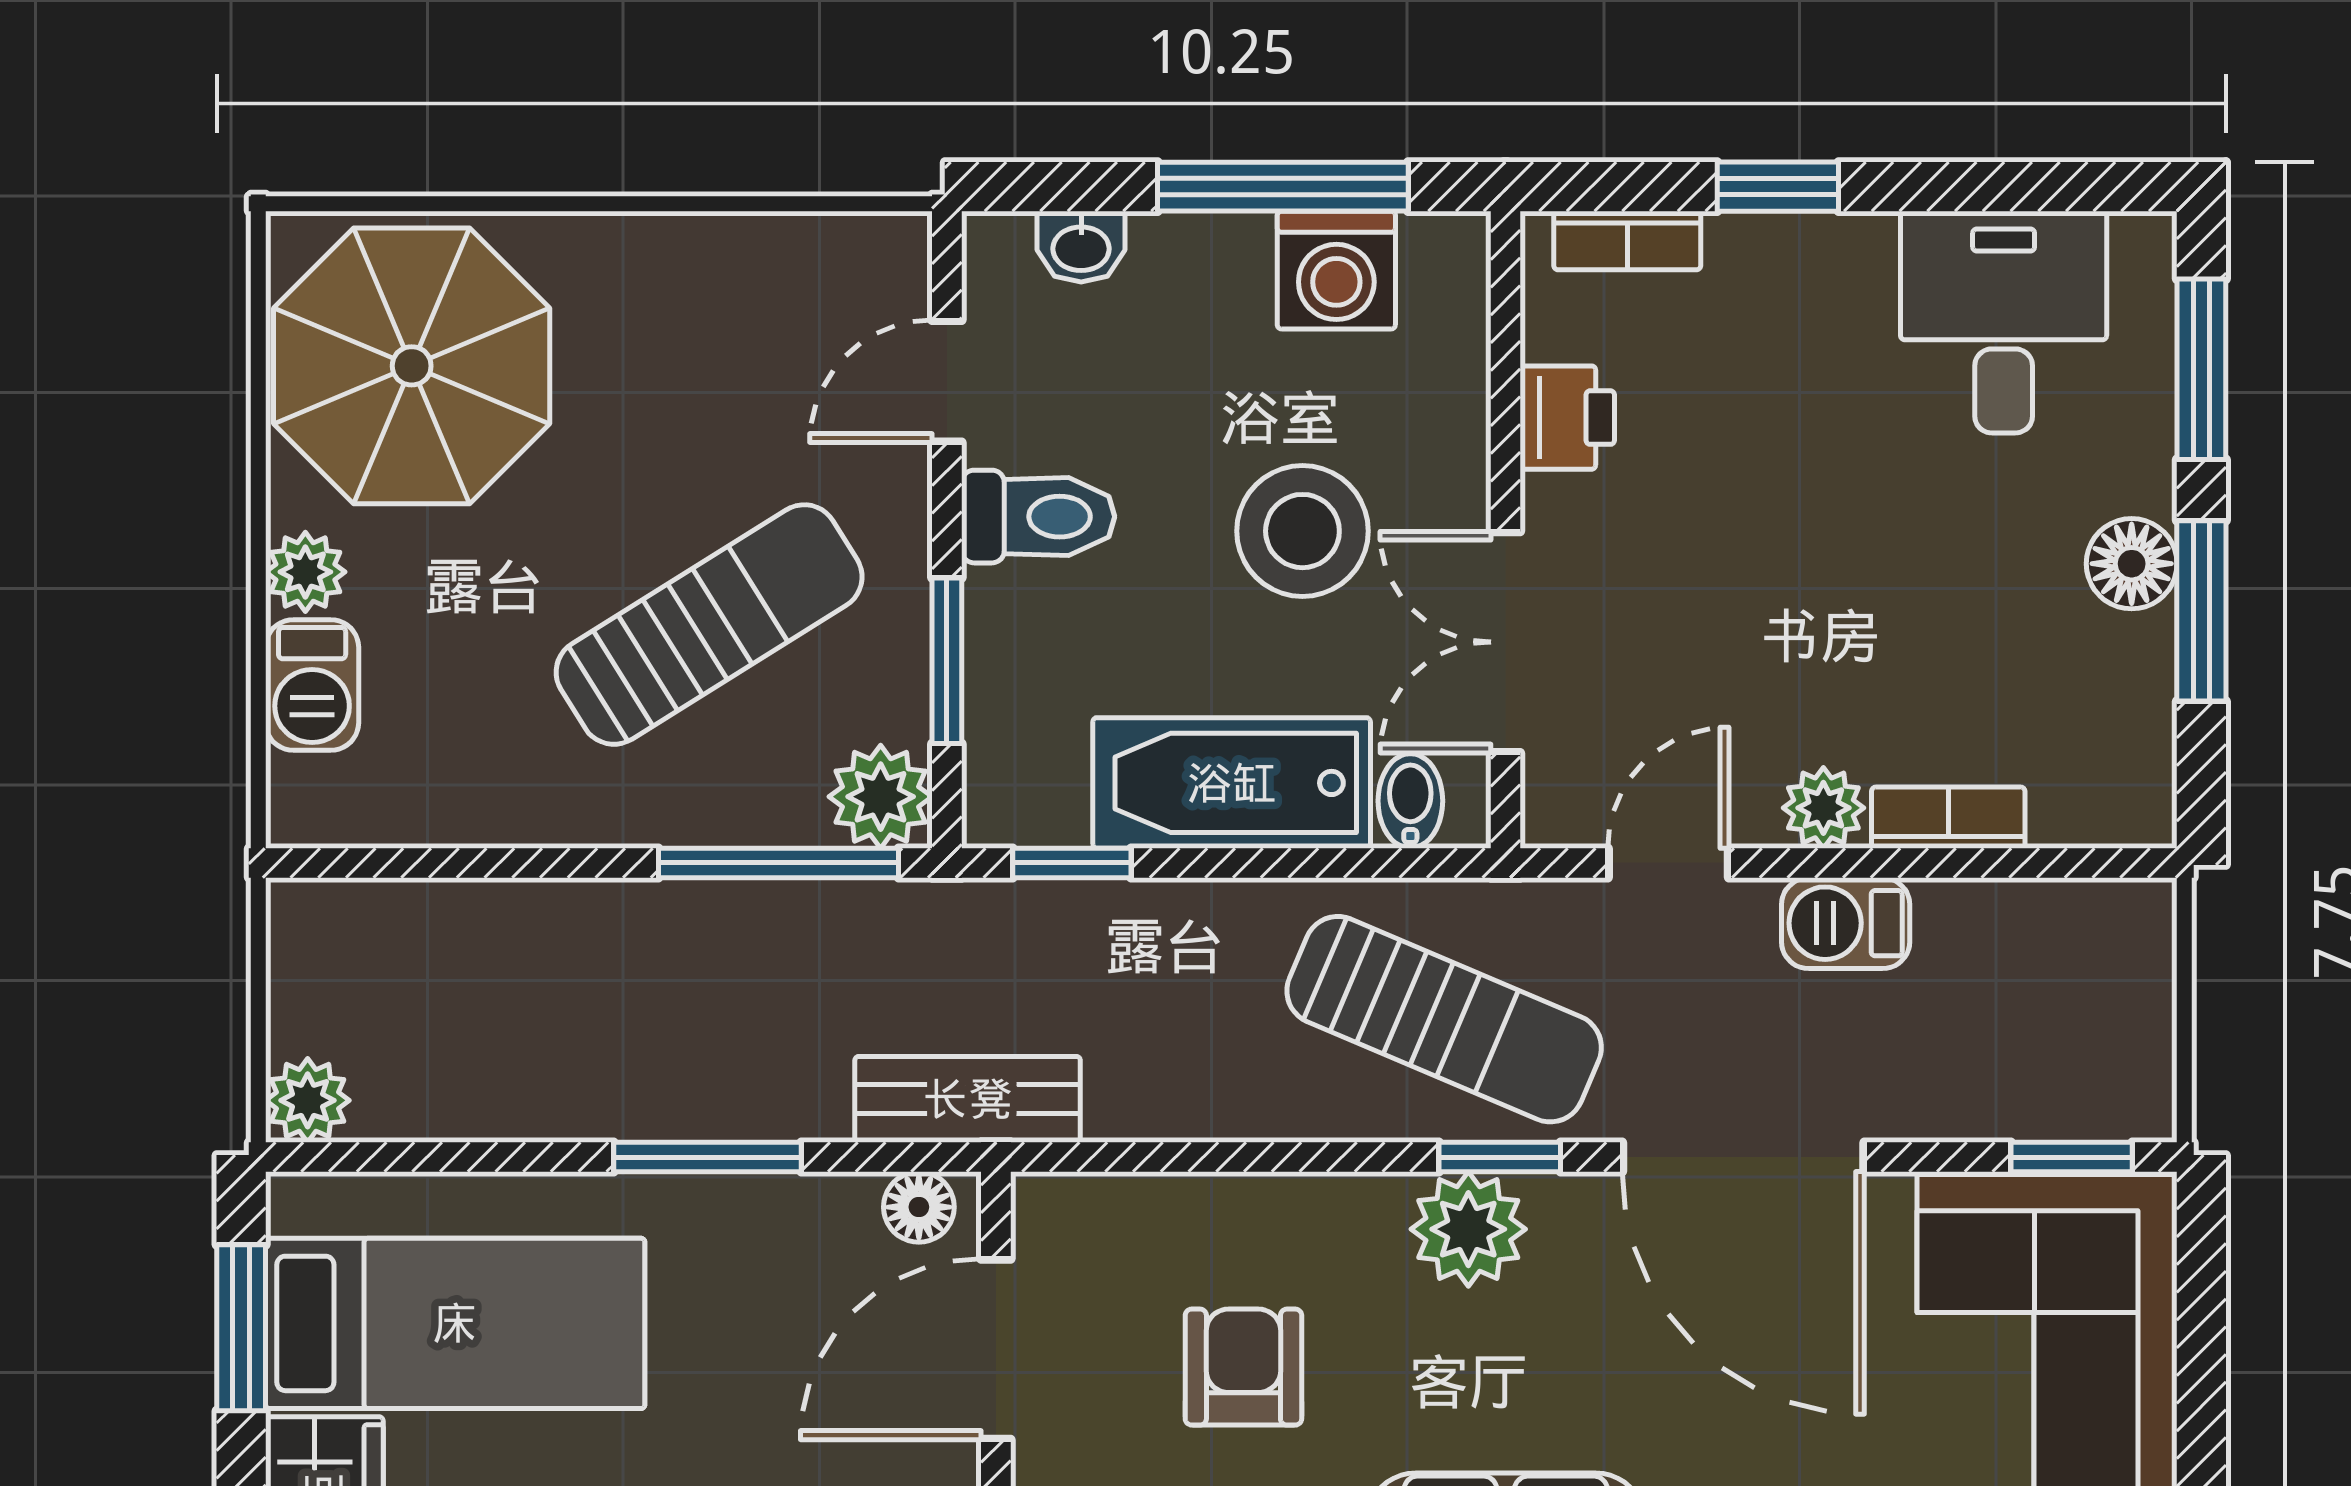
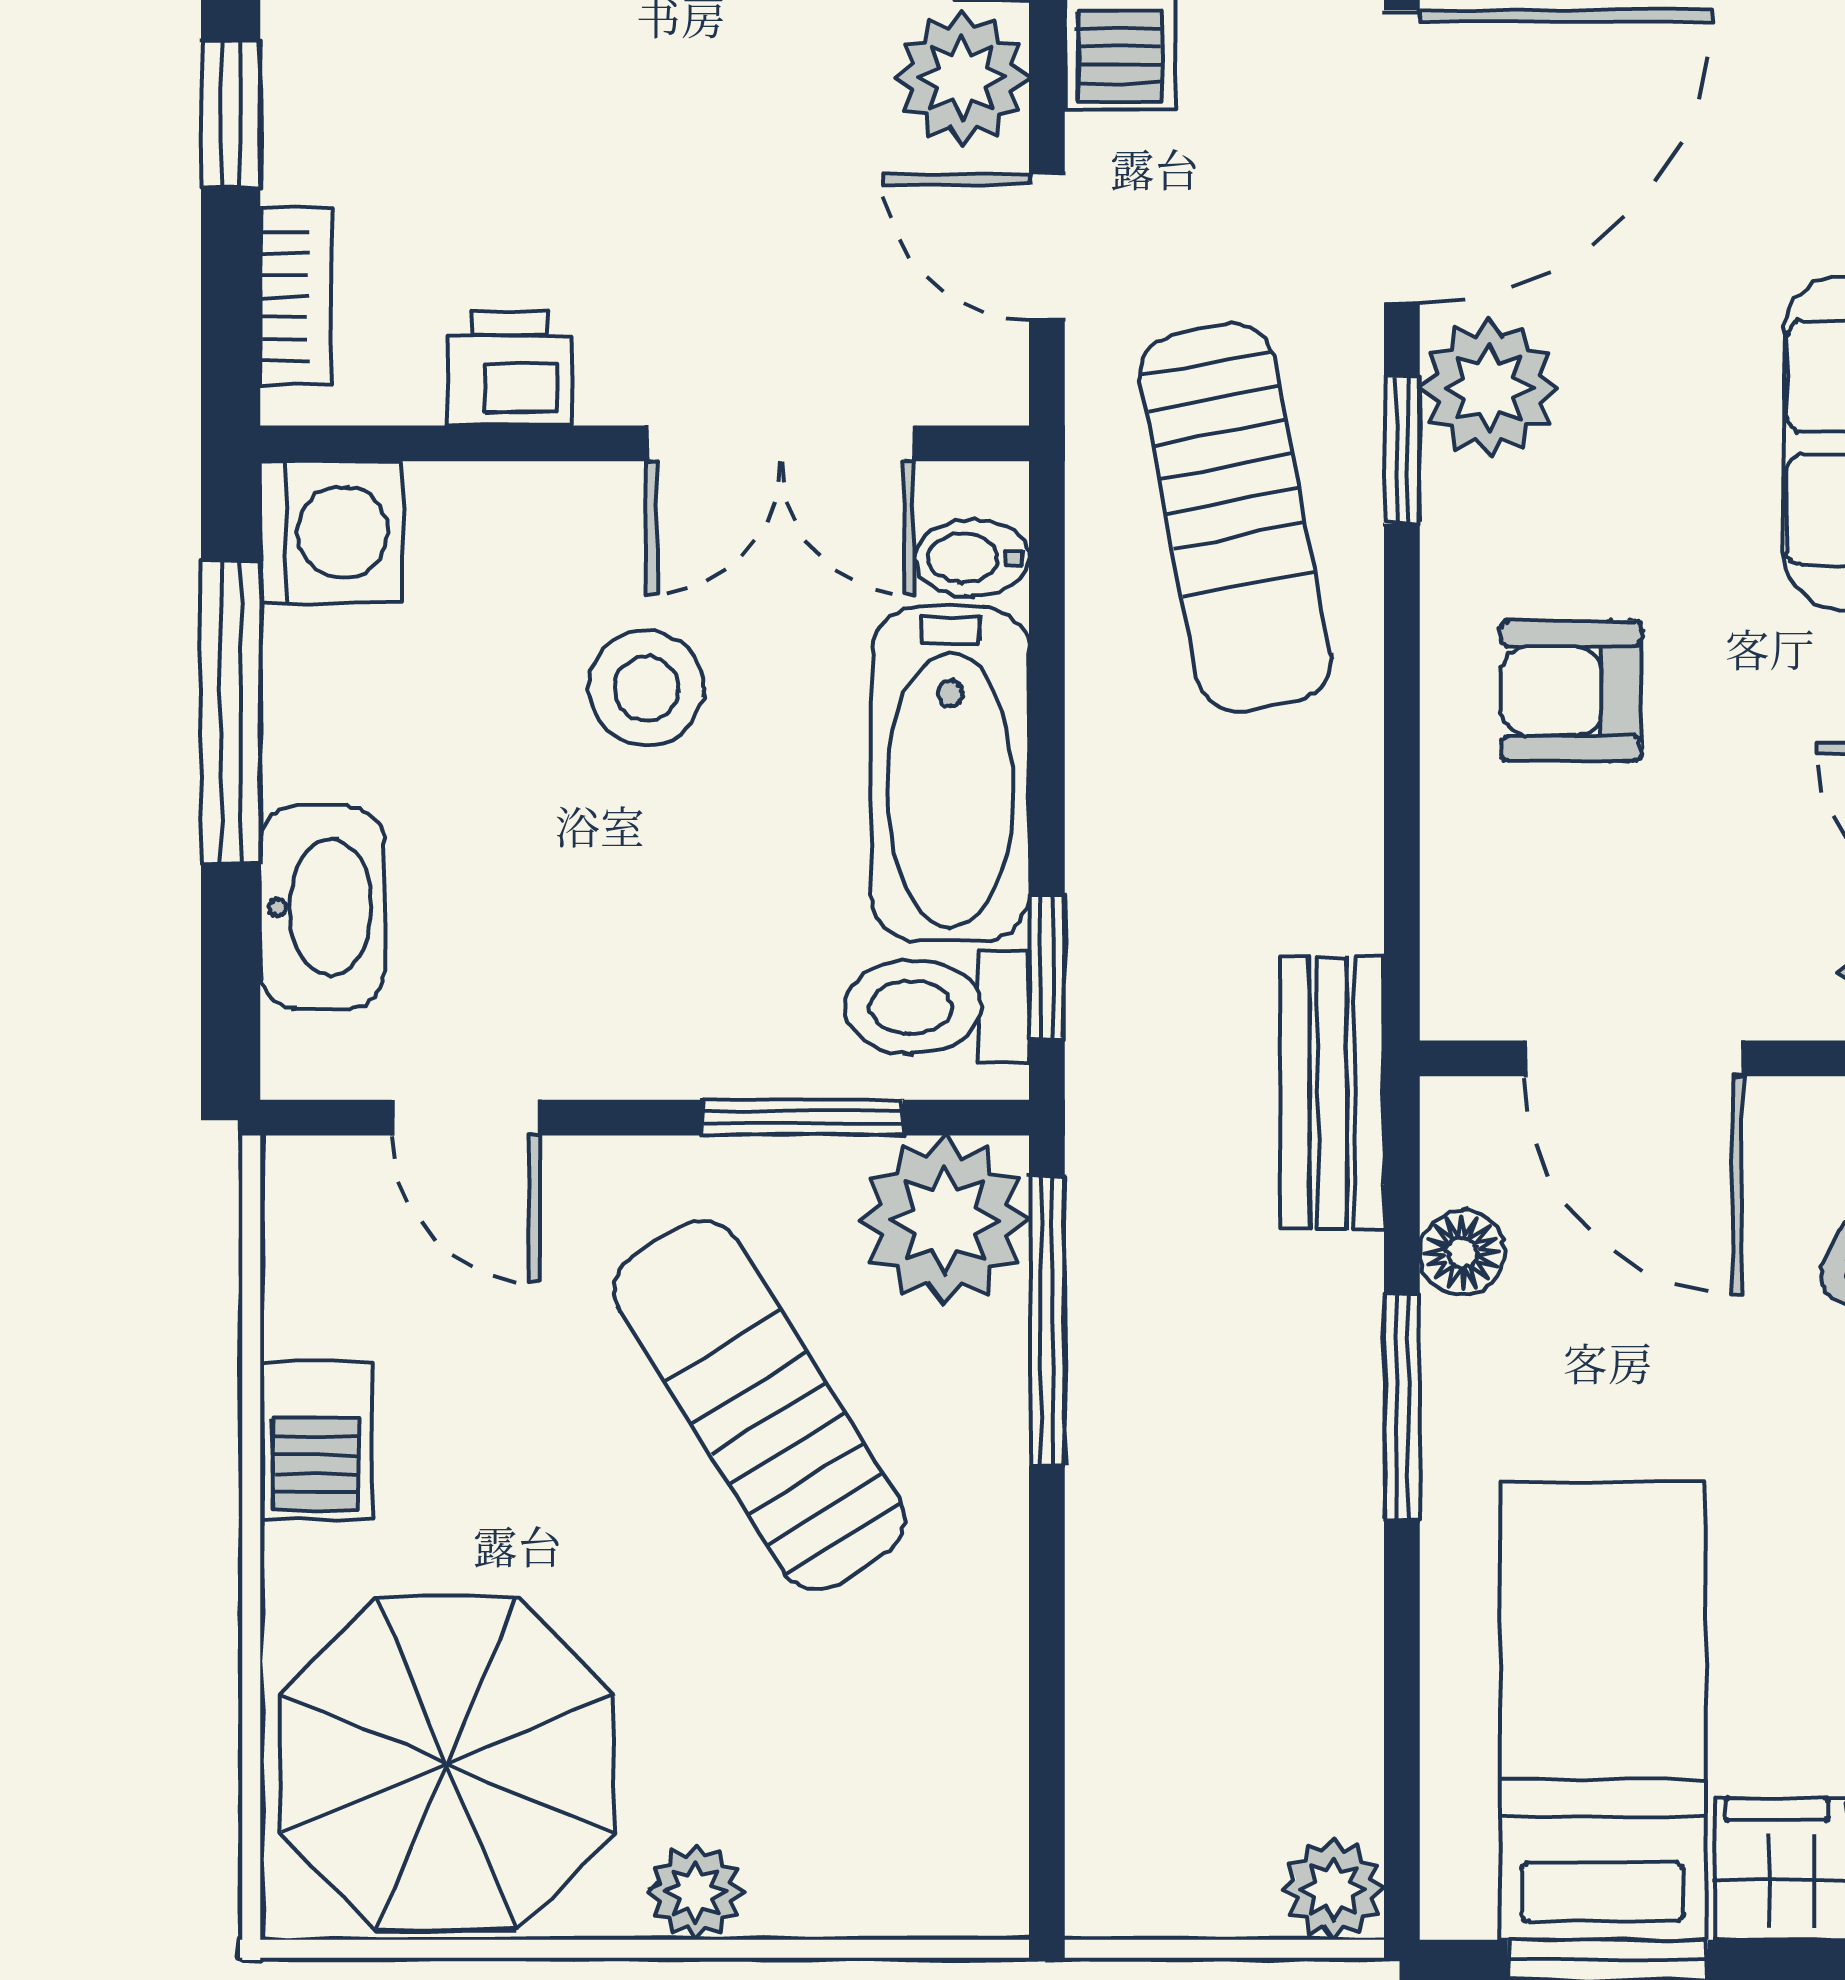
washbasin: (1081, 247) -> (322, 907), width x1.91, depth x1.45
washing machine: (1336, 270) -> (331, 532), moved
toilet: (1038, 517) -> (937, 1007), moved, turned -90
stool: (1302, 531) -> (646, 688), width x0.73, depth x0.73
barbecue: (312, 685) -> (316, 1440), moved, turned 90
plant: (881, 797) -> (944, 1220), width x1.36, depth x1.36
plant: (1823, 808) -> (962, 78), width x1.38, depth x1.38
sun lounger: (1444, 1019) -> (1235, 517), turned 146
floor lamp: (919, 1207) -> (1462, 1252), moved
plant: (1468, 1229) -> (1489, 388), moved
armchair: (1243, 1367) -> (1571, 691), moved

